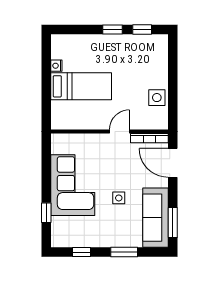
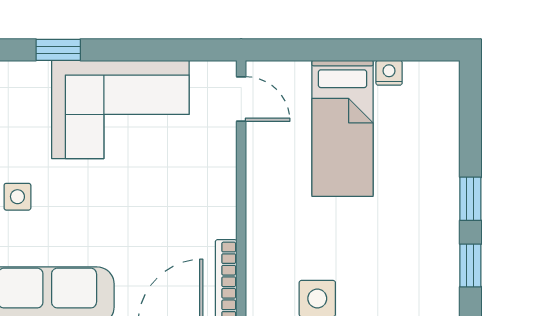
door: (119, 131) -> (241, 99), moved
side table: (119, 198) -> (17, 197), moved

